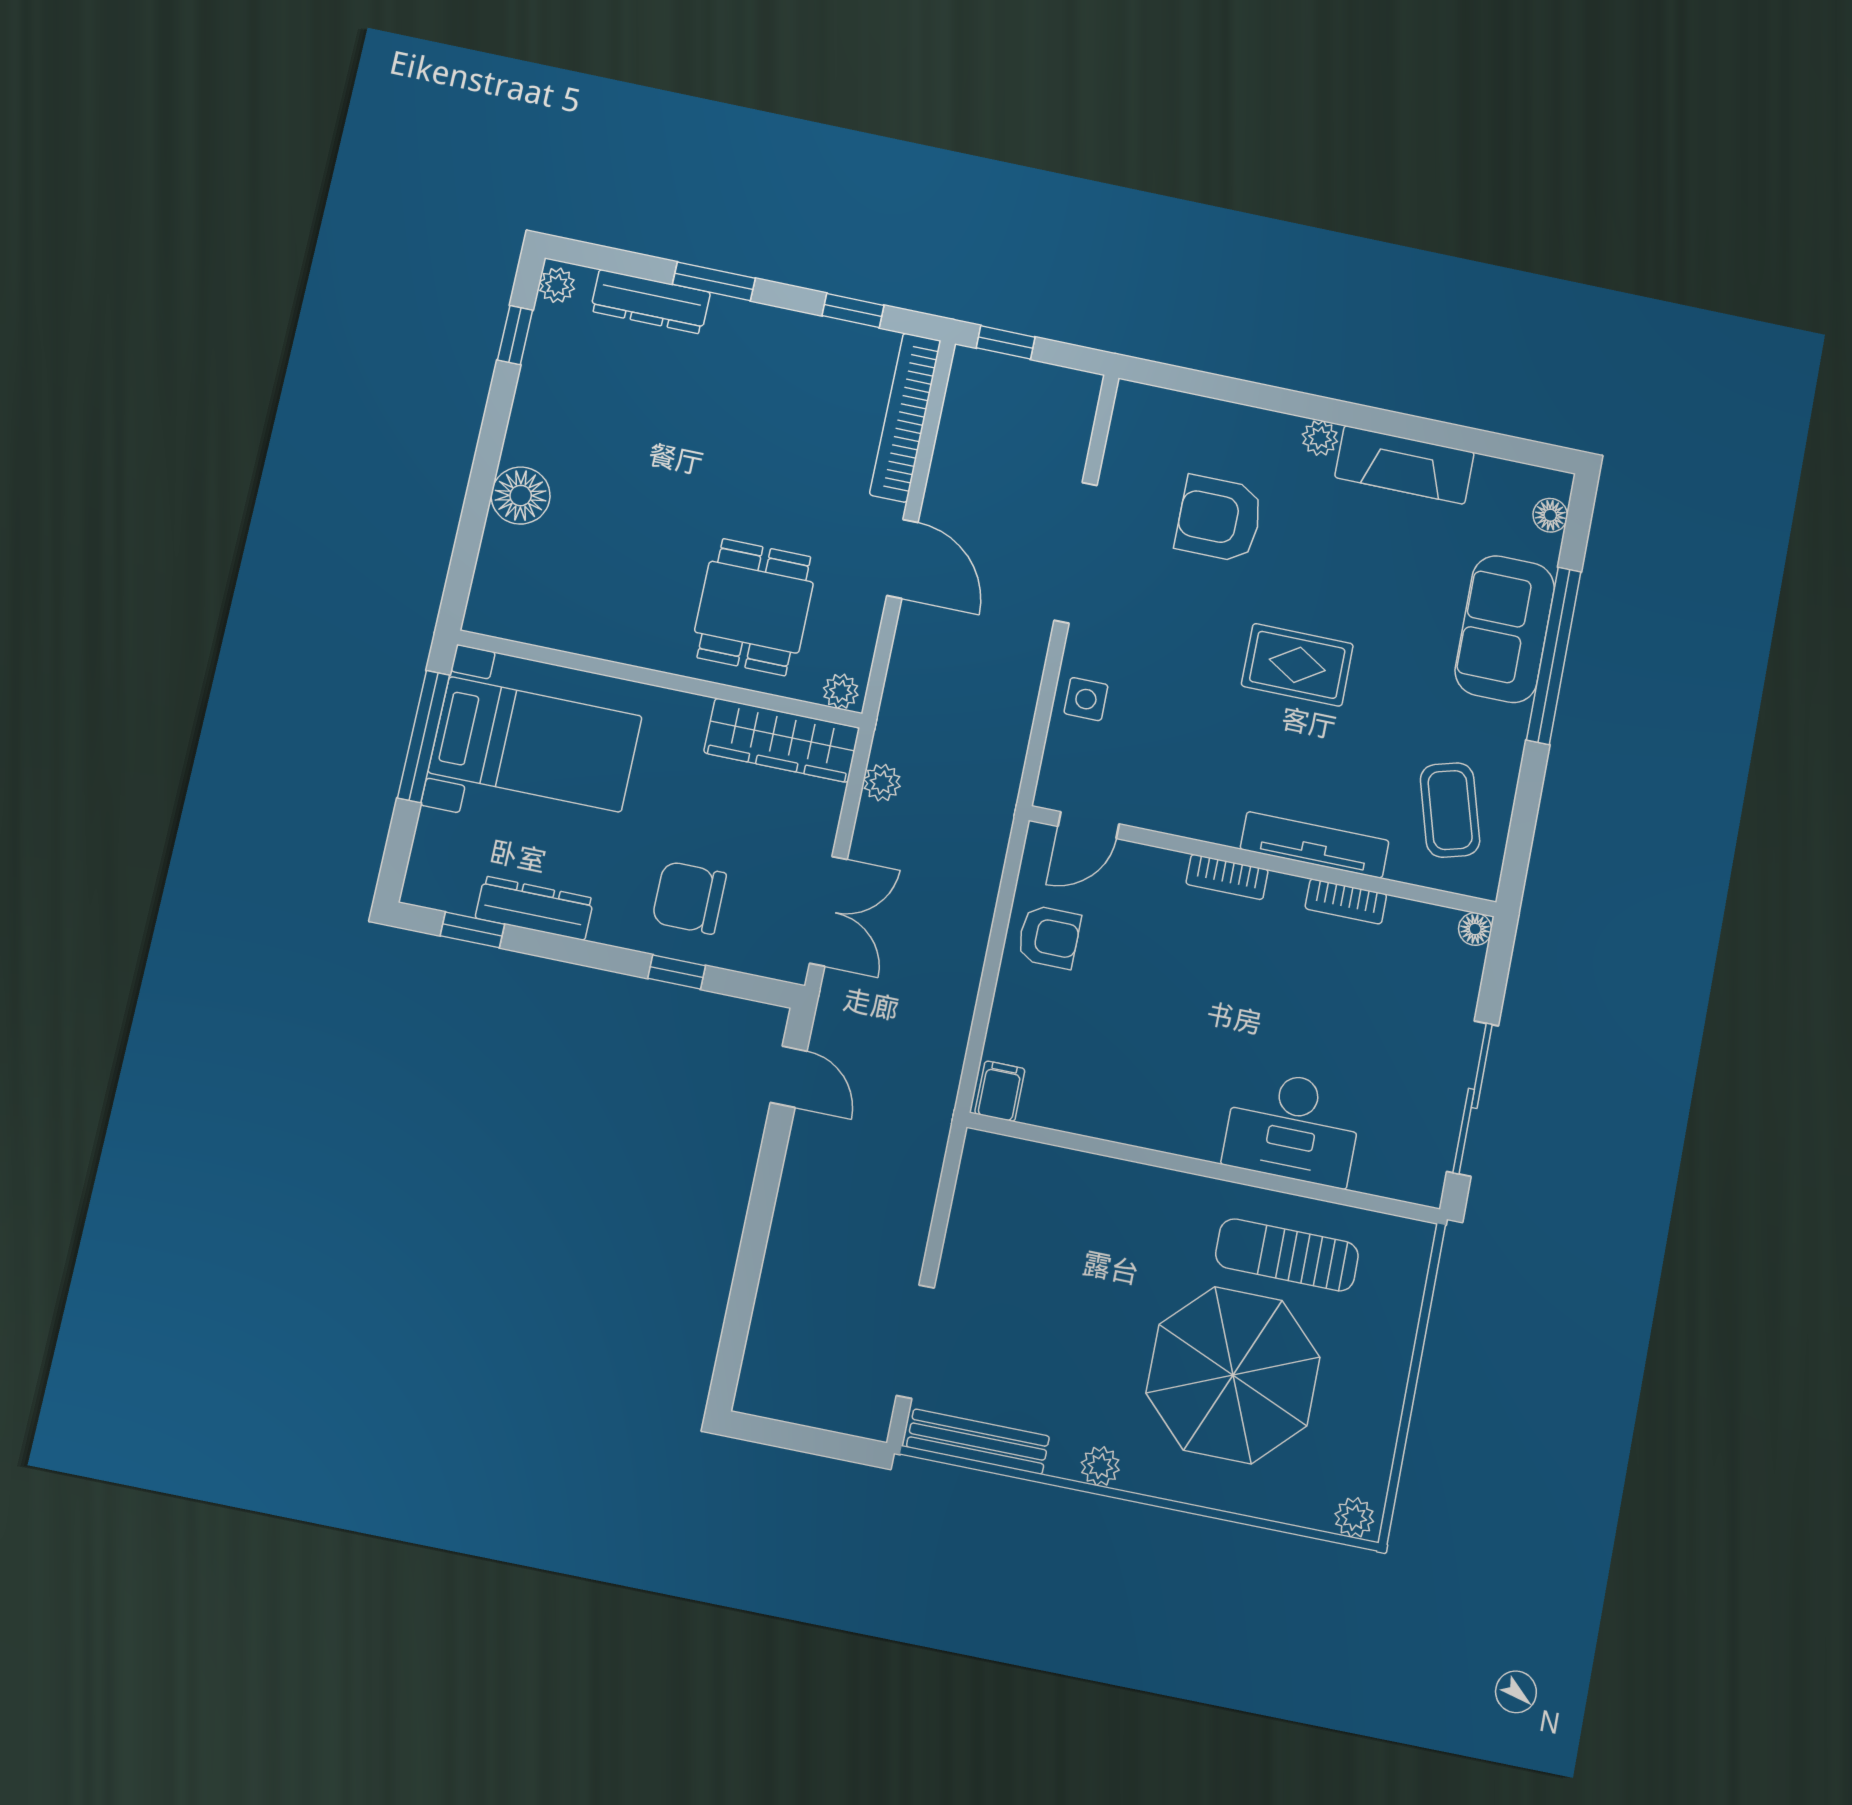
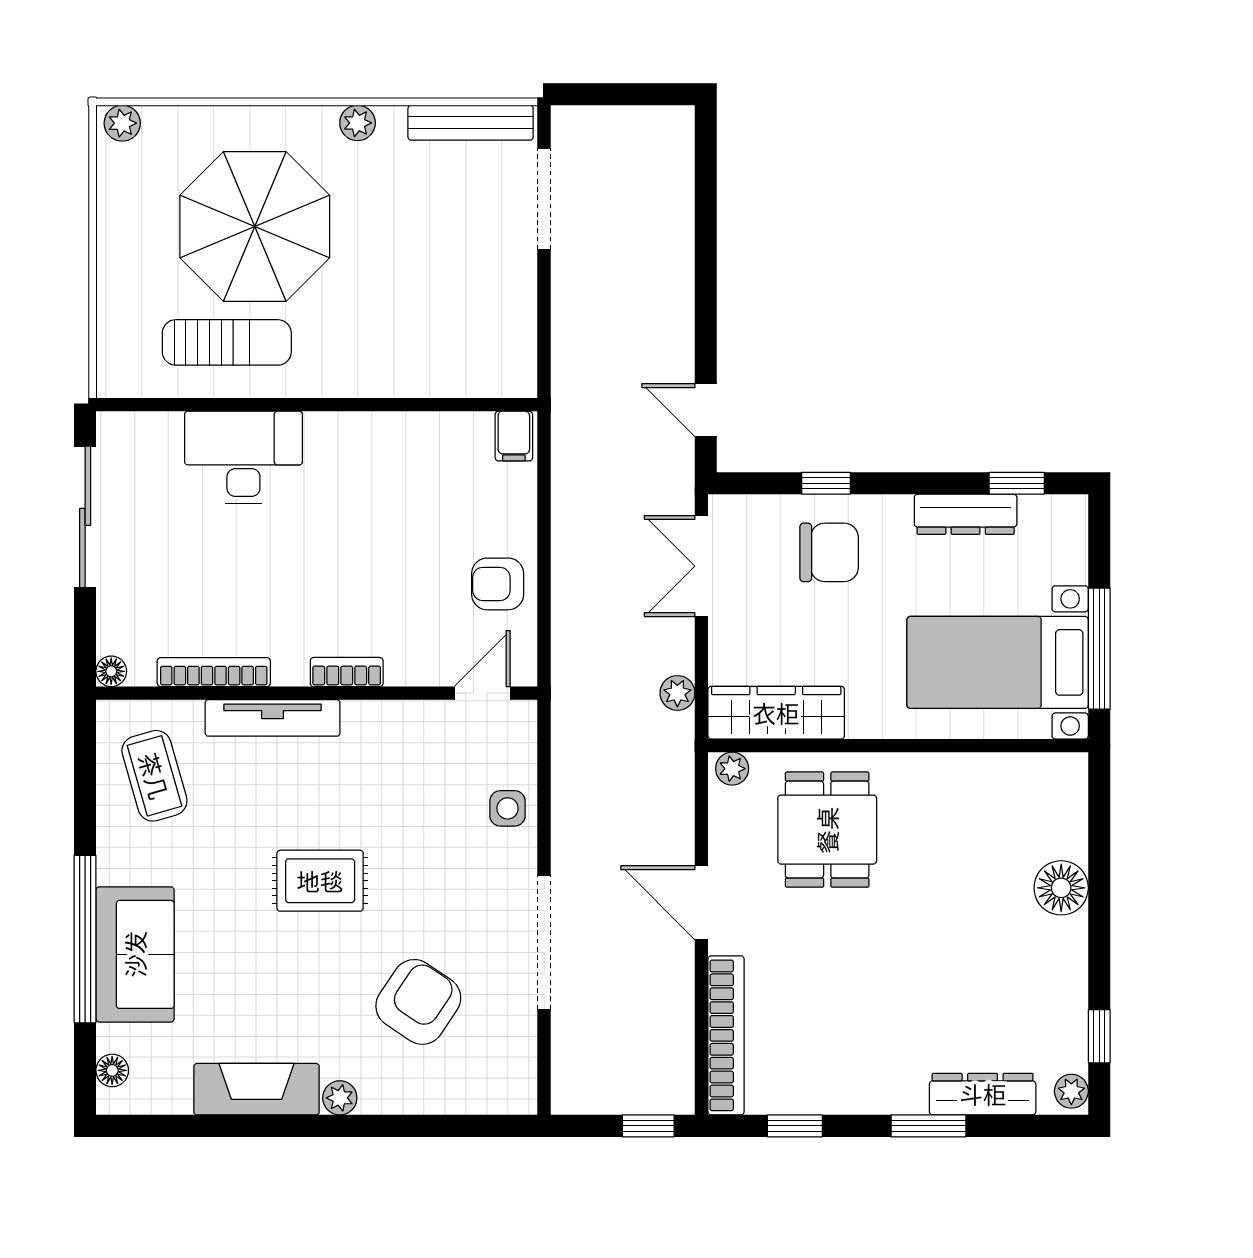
armchair: (1219, 519) -> (418, 1002), turned -56
bookcase: (1346, 901) -> (214, 672), width x1.56

